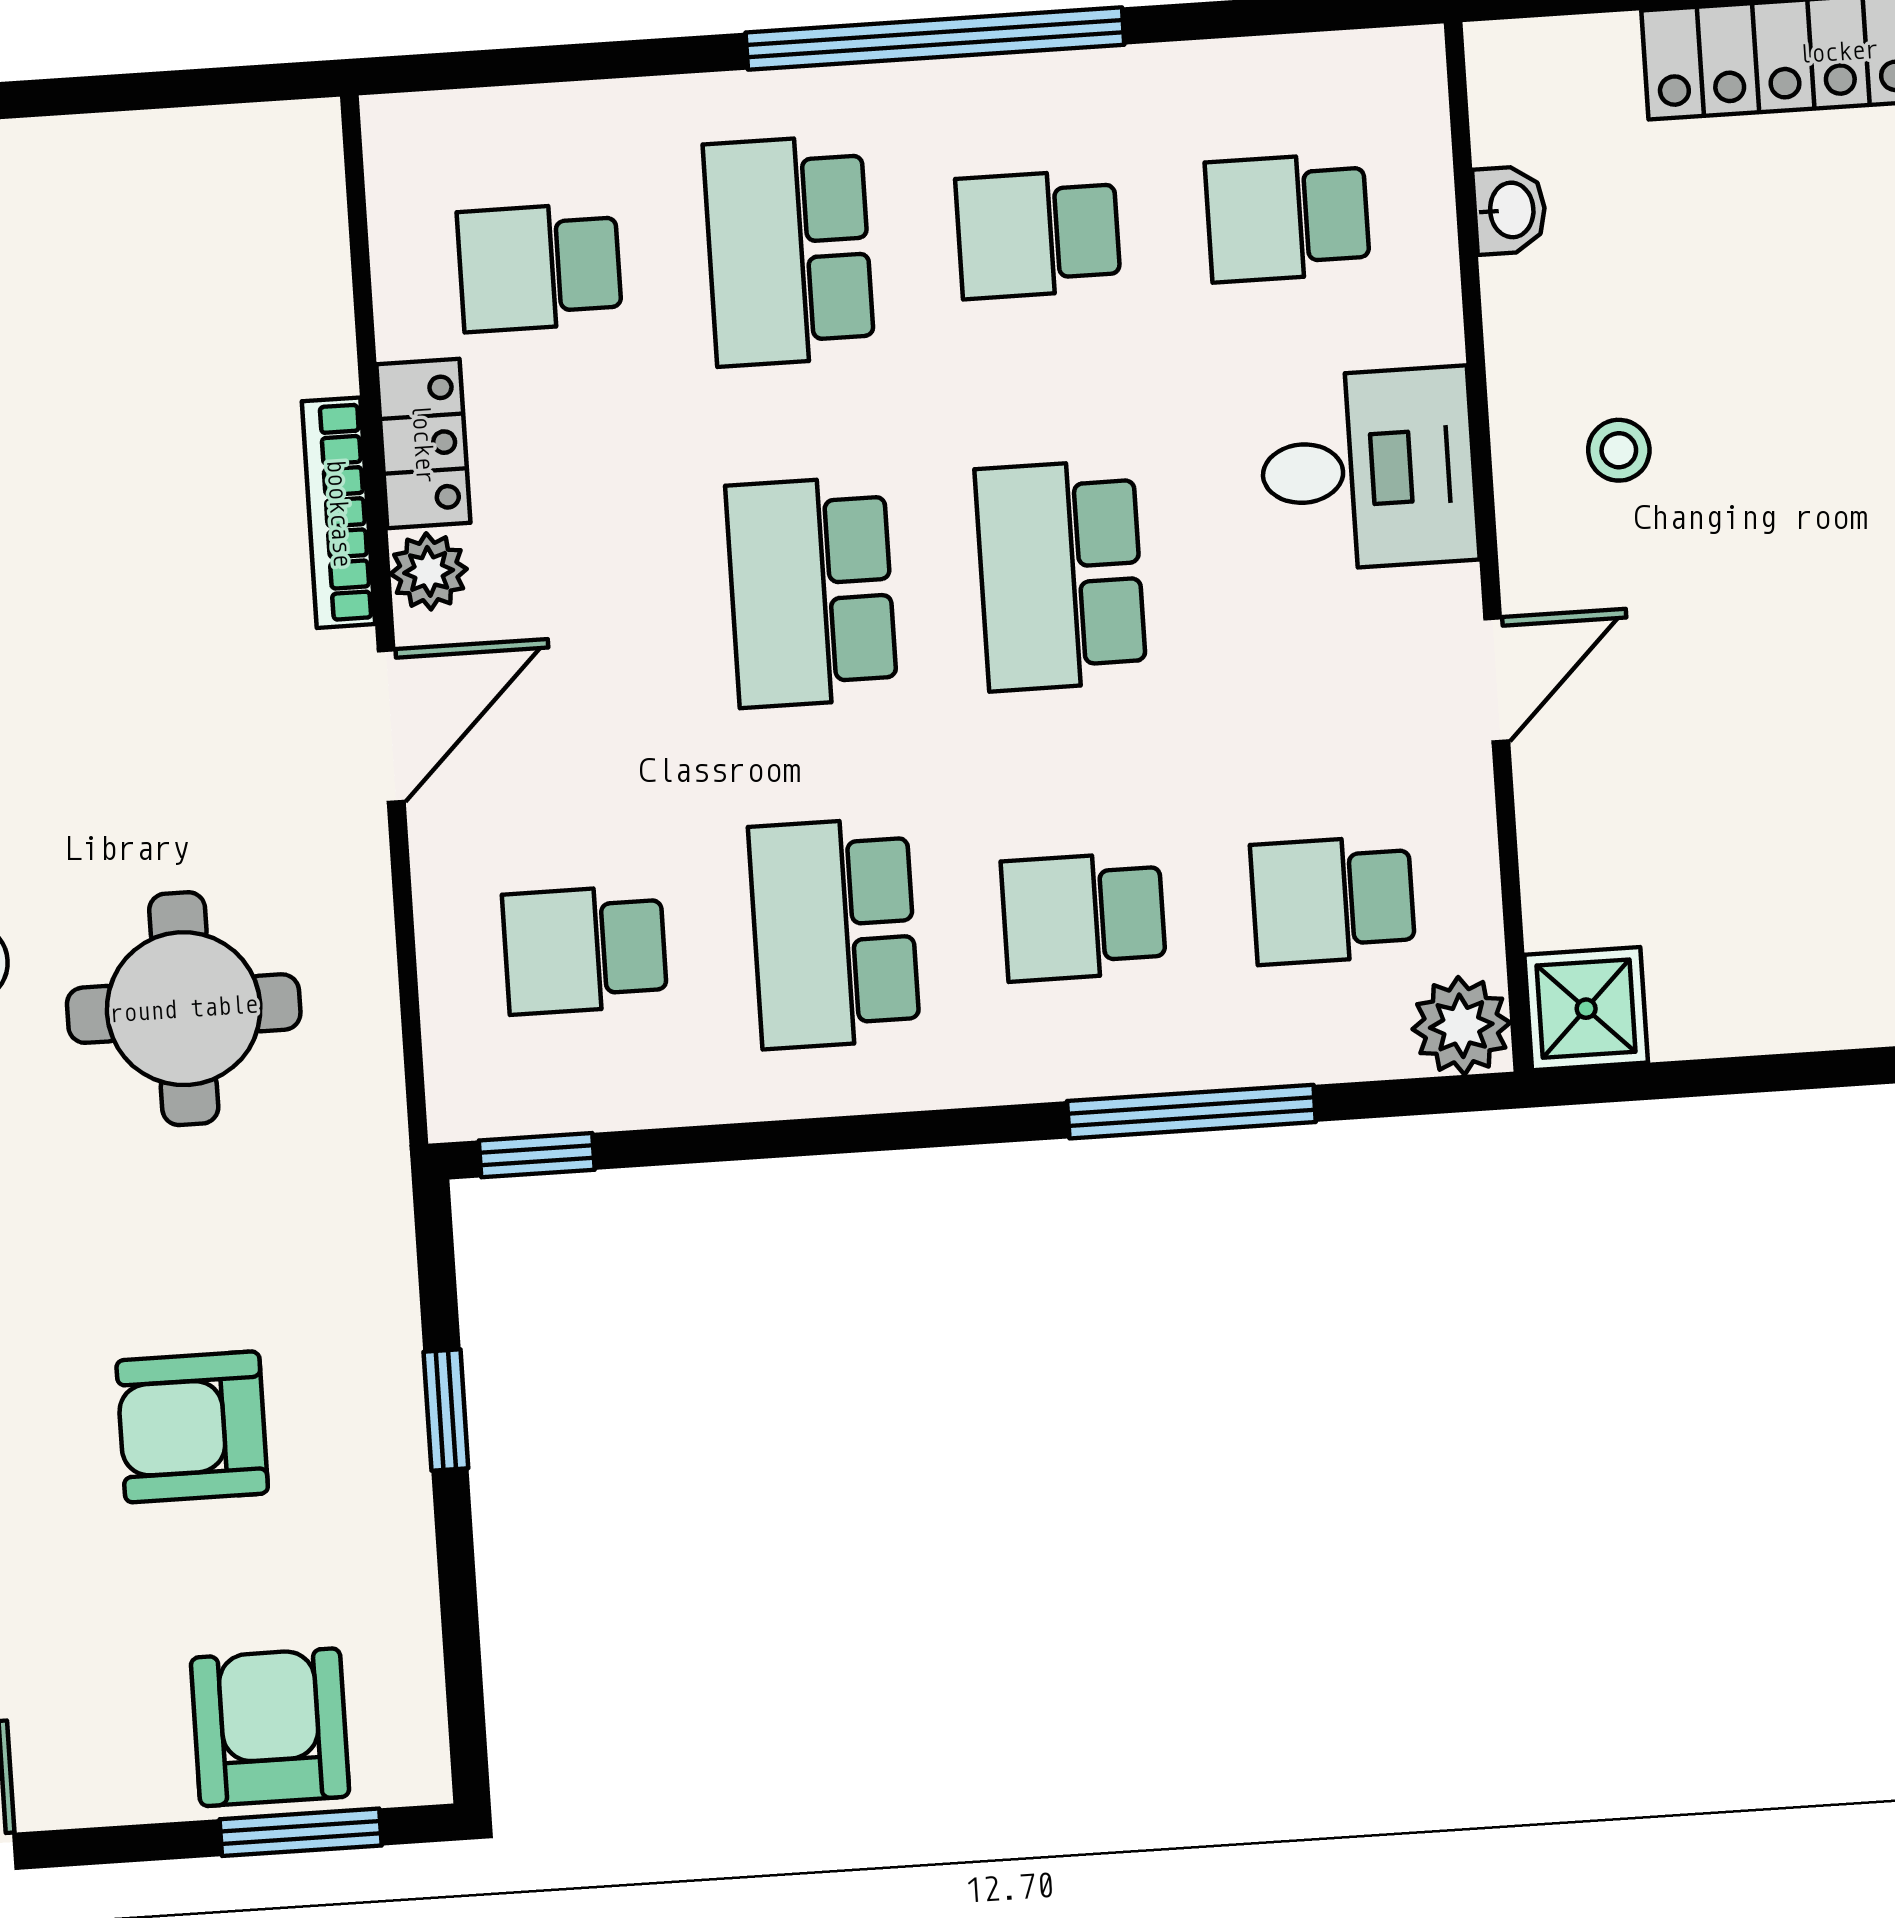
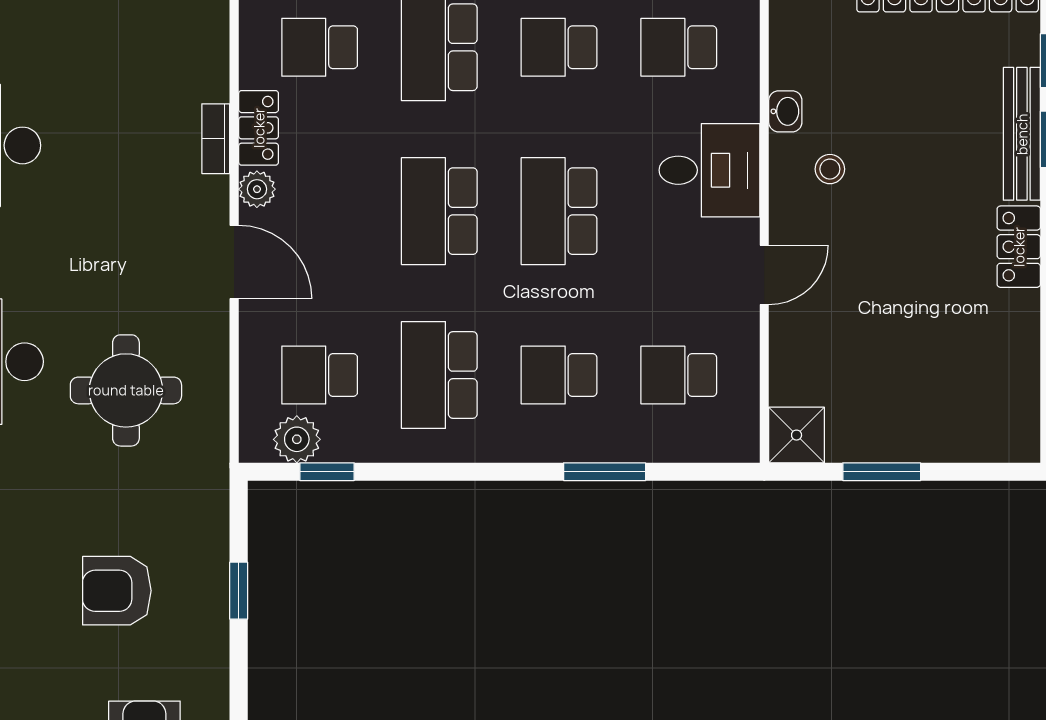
washbasin: (1510, 210) -> (785, 111), moved
bookcase: (339, 513) -> (216, 139), width x0.64
door: (391, 726) -> (234, 262), hinge flipped
plant: (1461, 1026) -> (297, 439), moved
window: (1769, 1073) -> (882, 472), added
window: (1191, 1112) -> (605, 472), width x0.69
window: (537, 1155) -> (327, 472), moved

